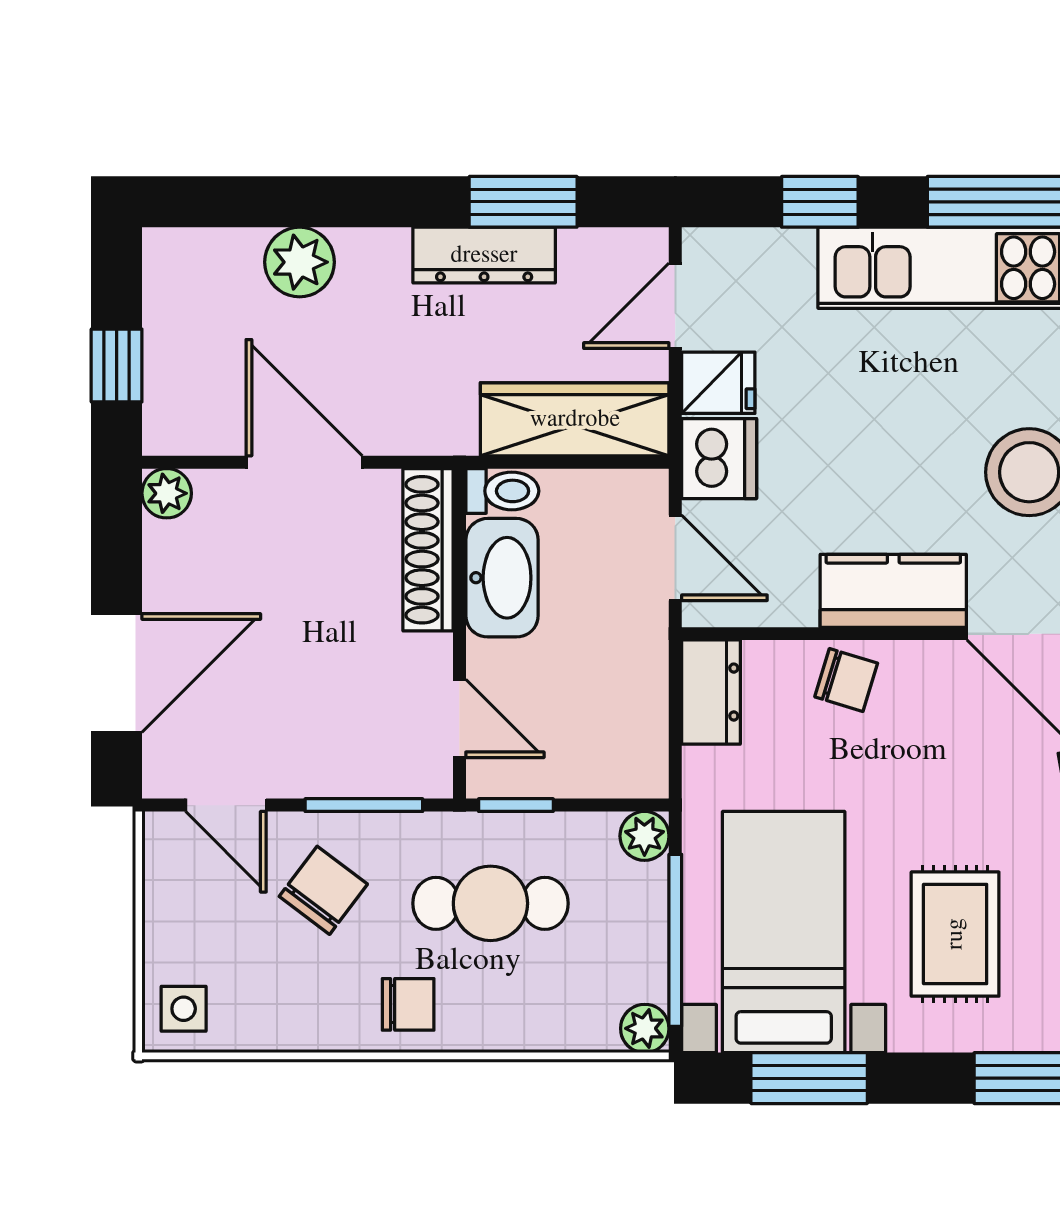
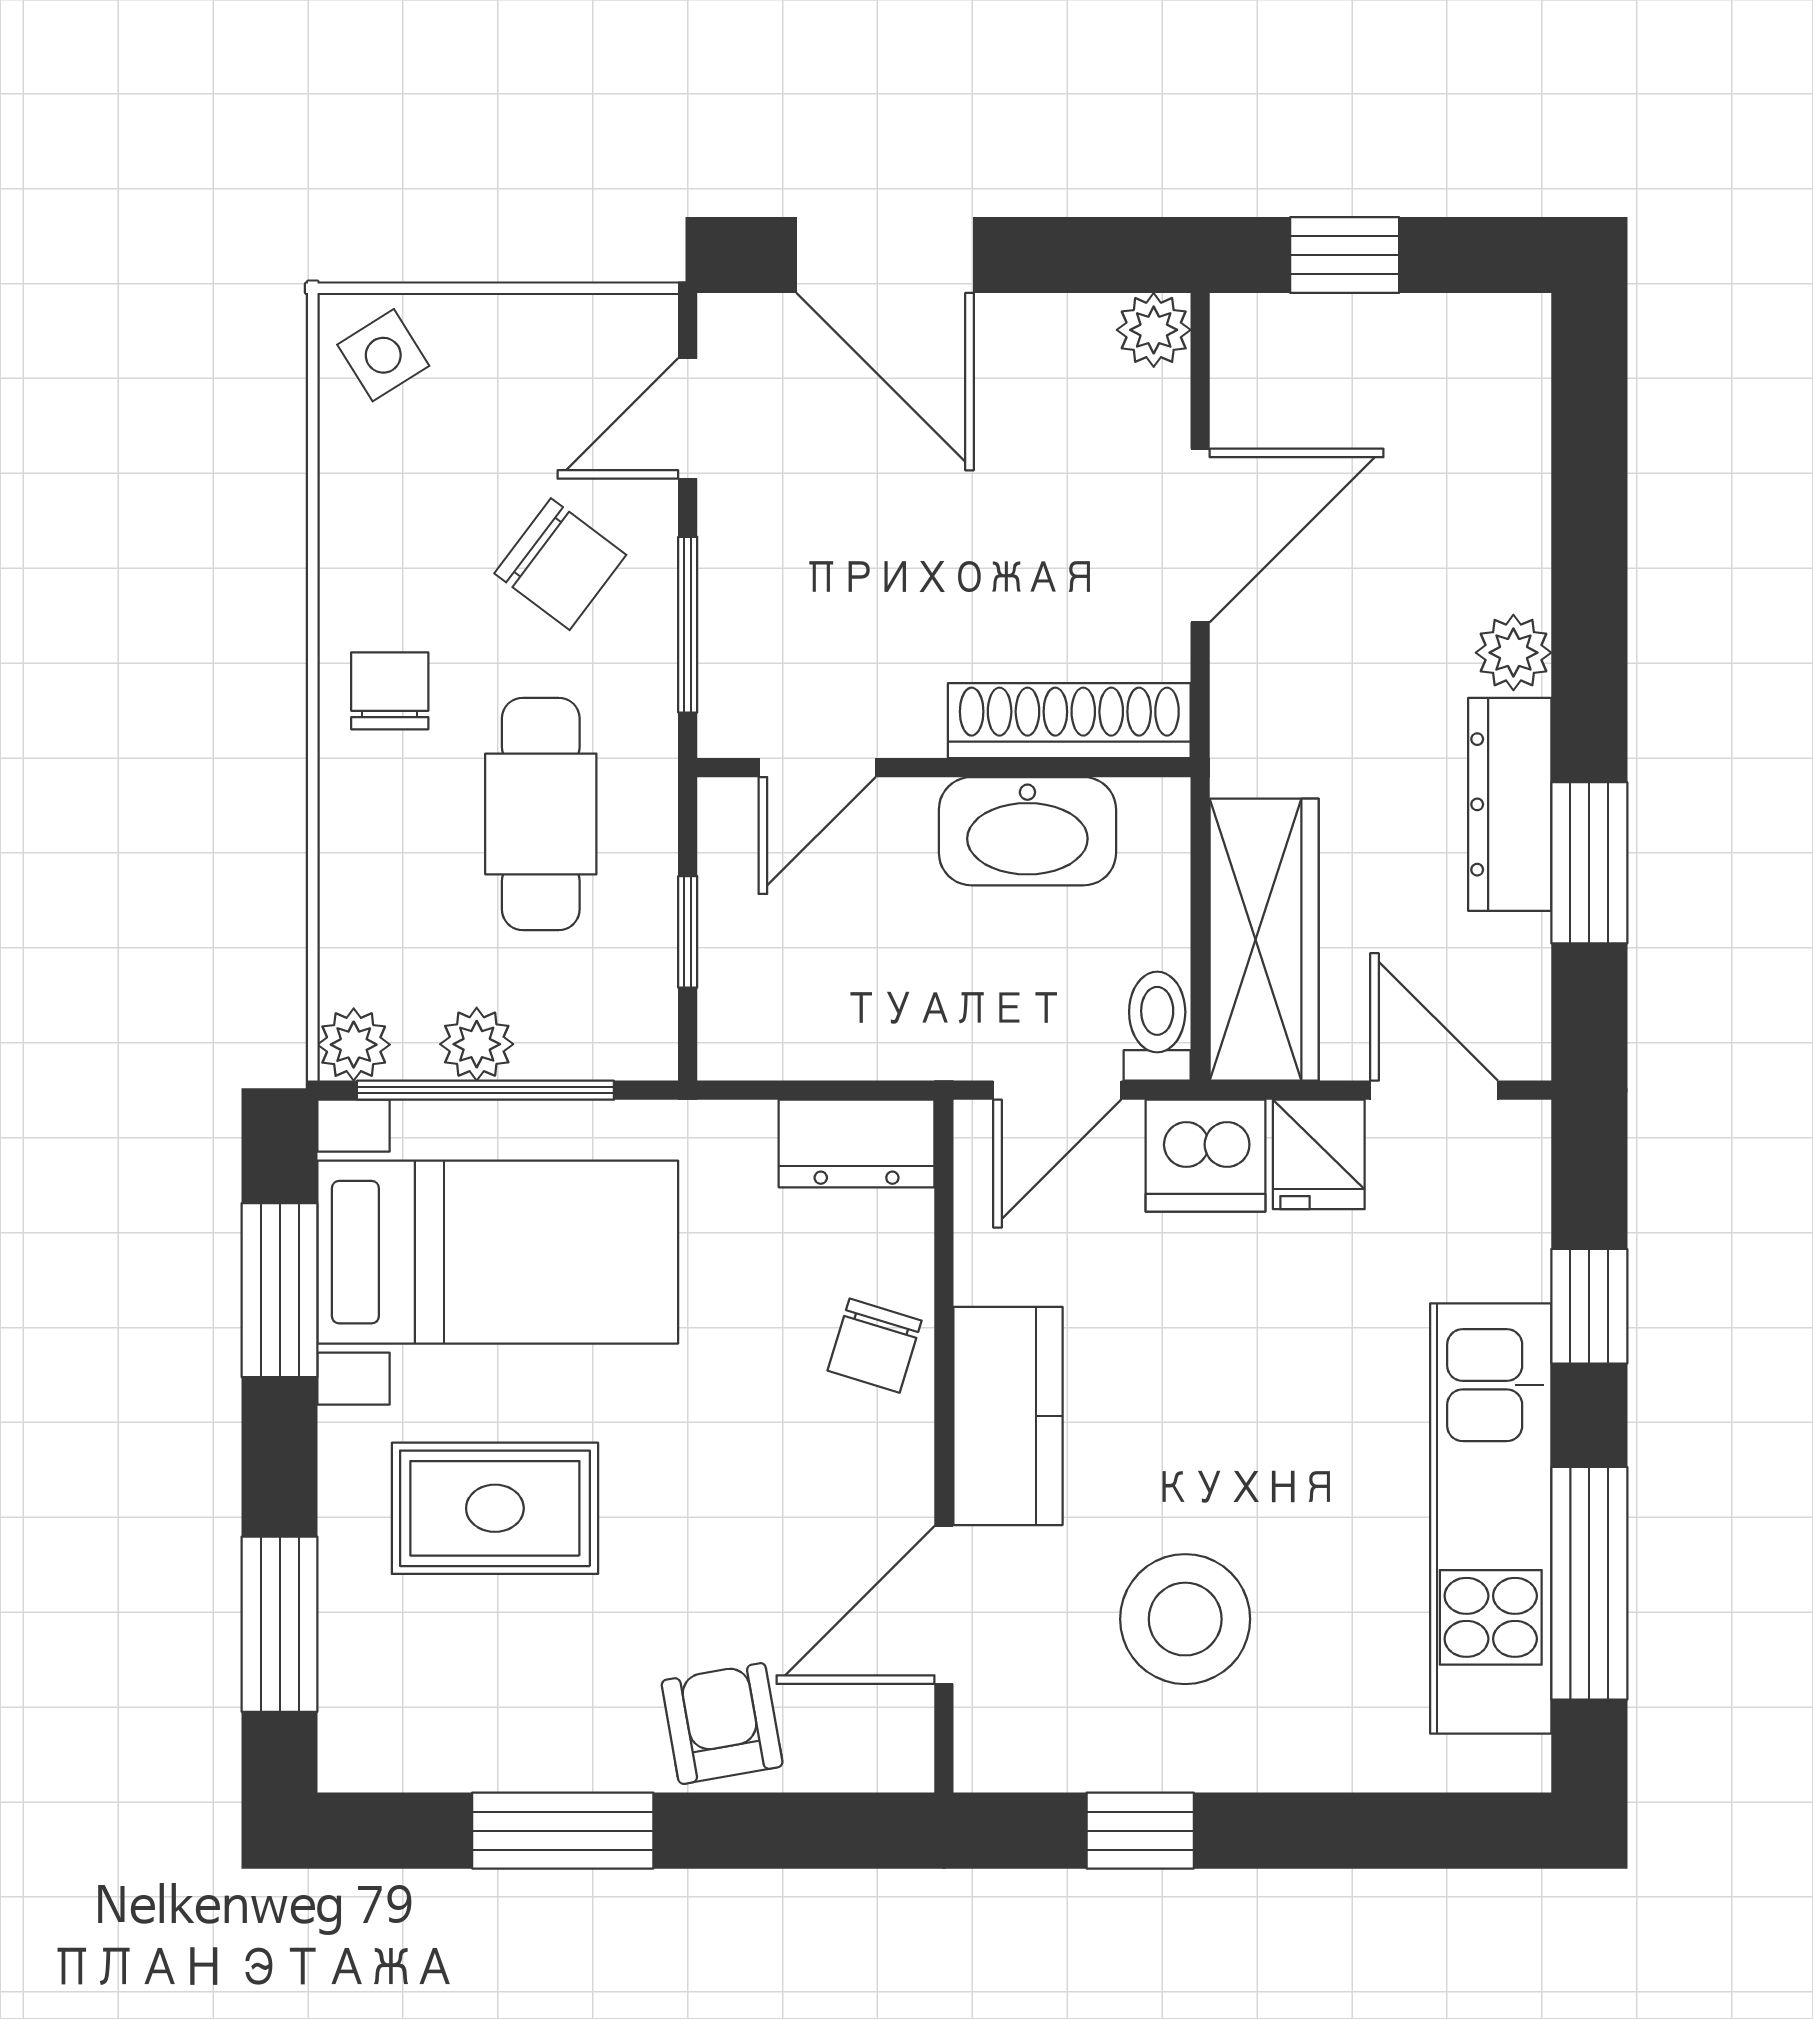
plant: (300, 262) -> (1513, 653), moved, width x0.73, depth x0.73
toilet: (502, 491) -> (1157, 1026), moved, turned 180
window: (516, 805) -> (688, 932), moved
plant: (644, 836) -> (477, 1044), moved
chair: (408, 1004) -> (390, 691), turned 180
side table: (184, 1009) -> (383, 355), turned -32

